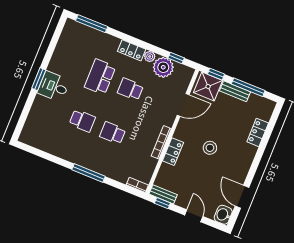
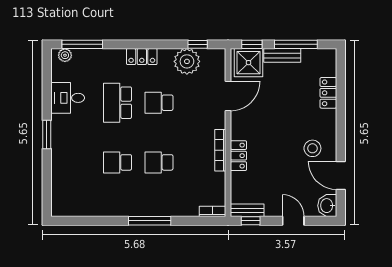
plant: (150, 56) -> (65, 55), moved
desk: (54, 86) -> (68, 98), moved
school desk: (82, 121) -> (118, 162), turned 180
stool: (210, 148) -> (312, 148), moved

